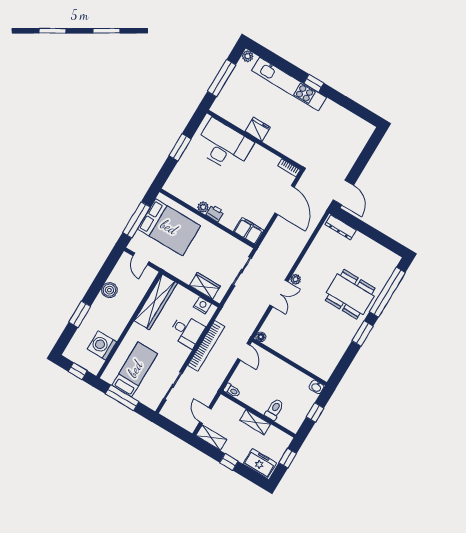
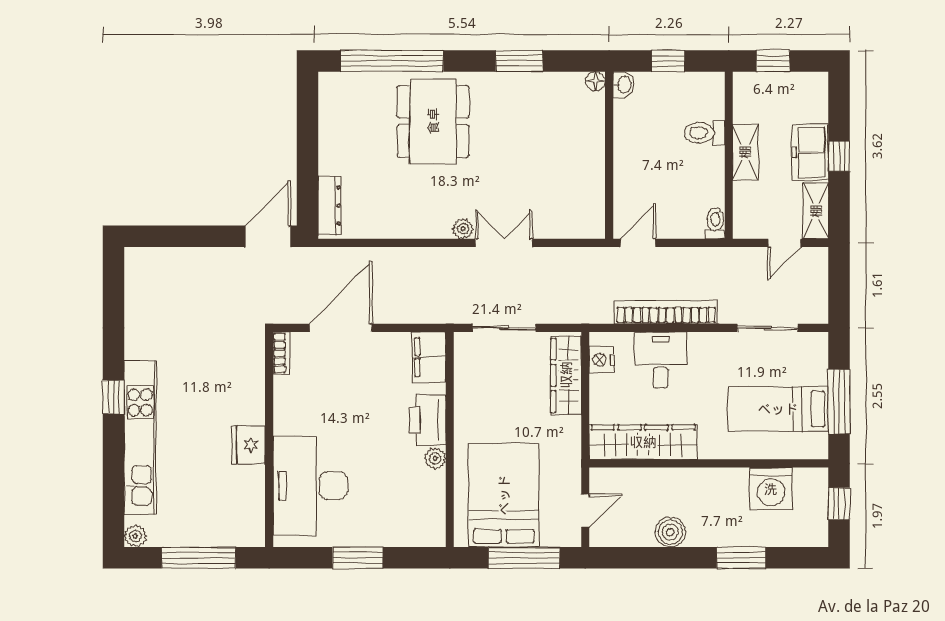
printer: (215, 213) -> (427, 420), width x1.87, depth x1.48
wardrobe: (205, 286) -> (566, 375), width x1.50
window: (363, 334) -> (519, 61), moved
floor lamp: (261, 337) -> (596, 81), moved
freezer: (260, 463) -> (810, 152), moved

